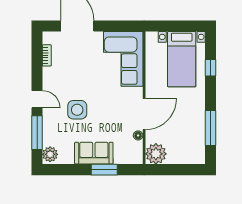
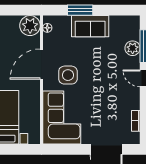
side table: (77, 110) -> (68, 75), moved
floor lamp: (138, 135) -> (47, 28), moved
plant: (50, 154) -> (133, 48), moved

